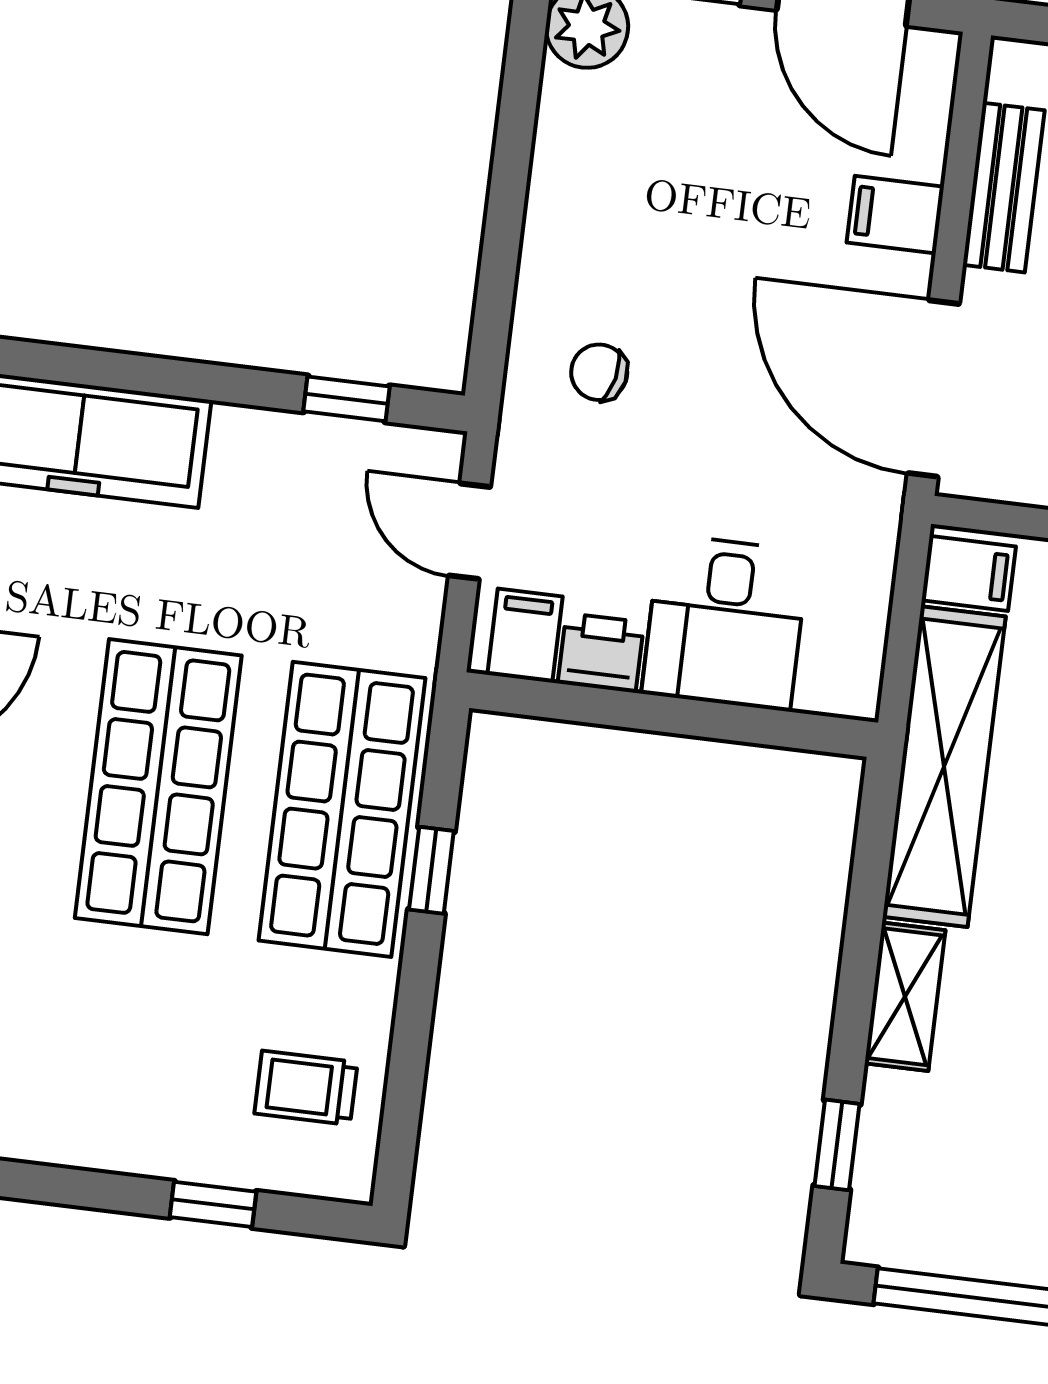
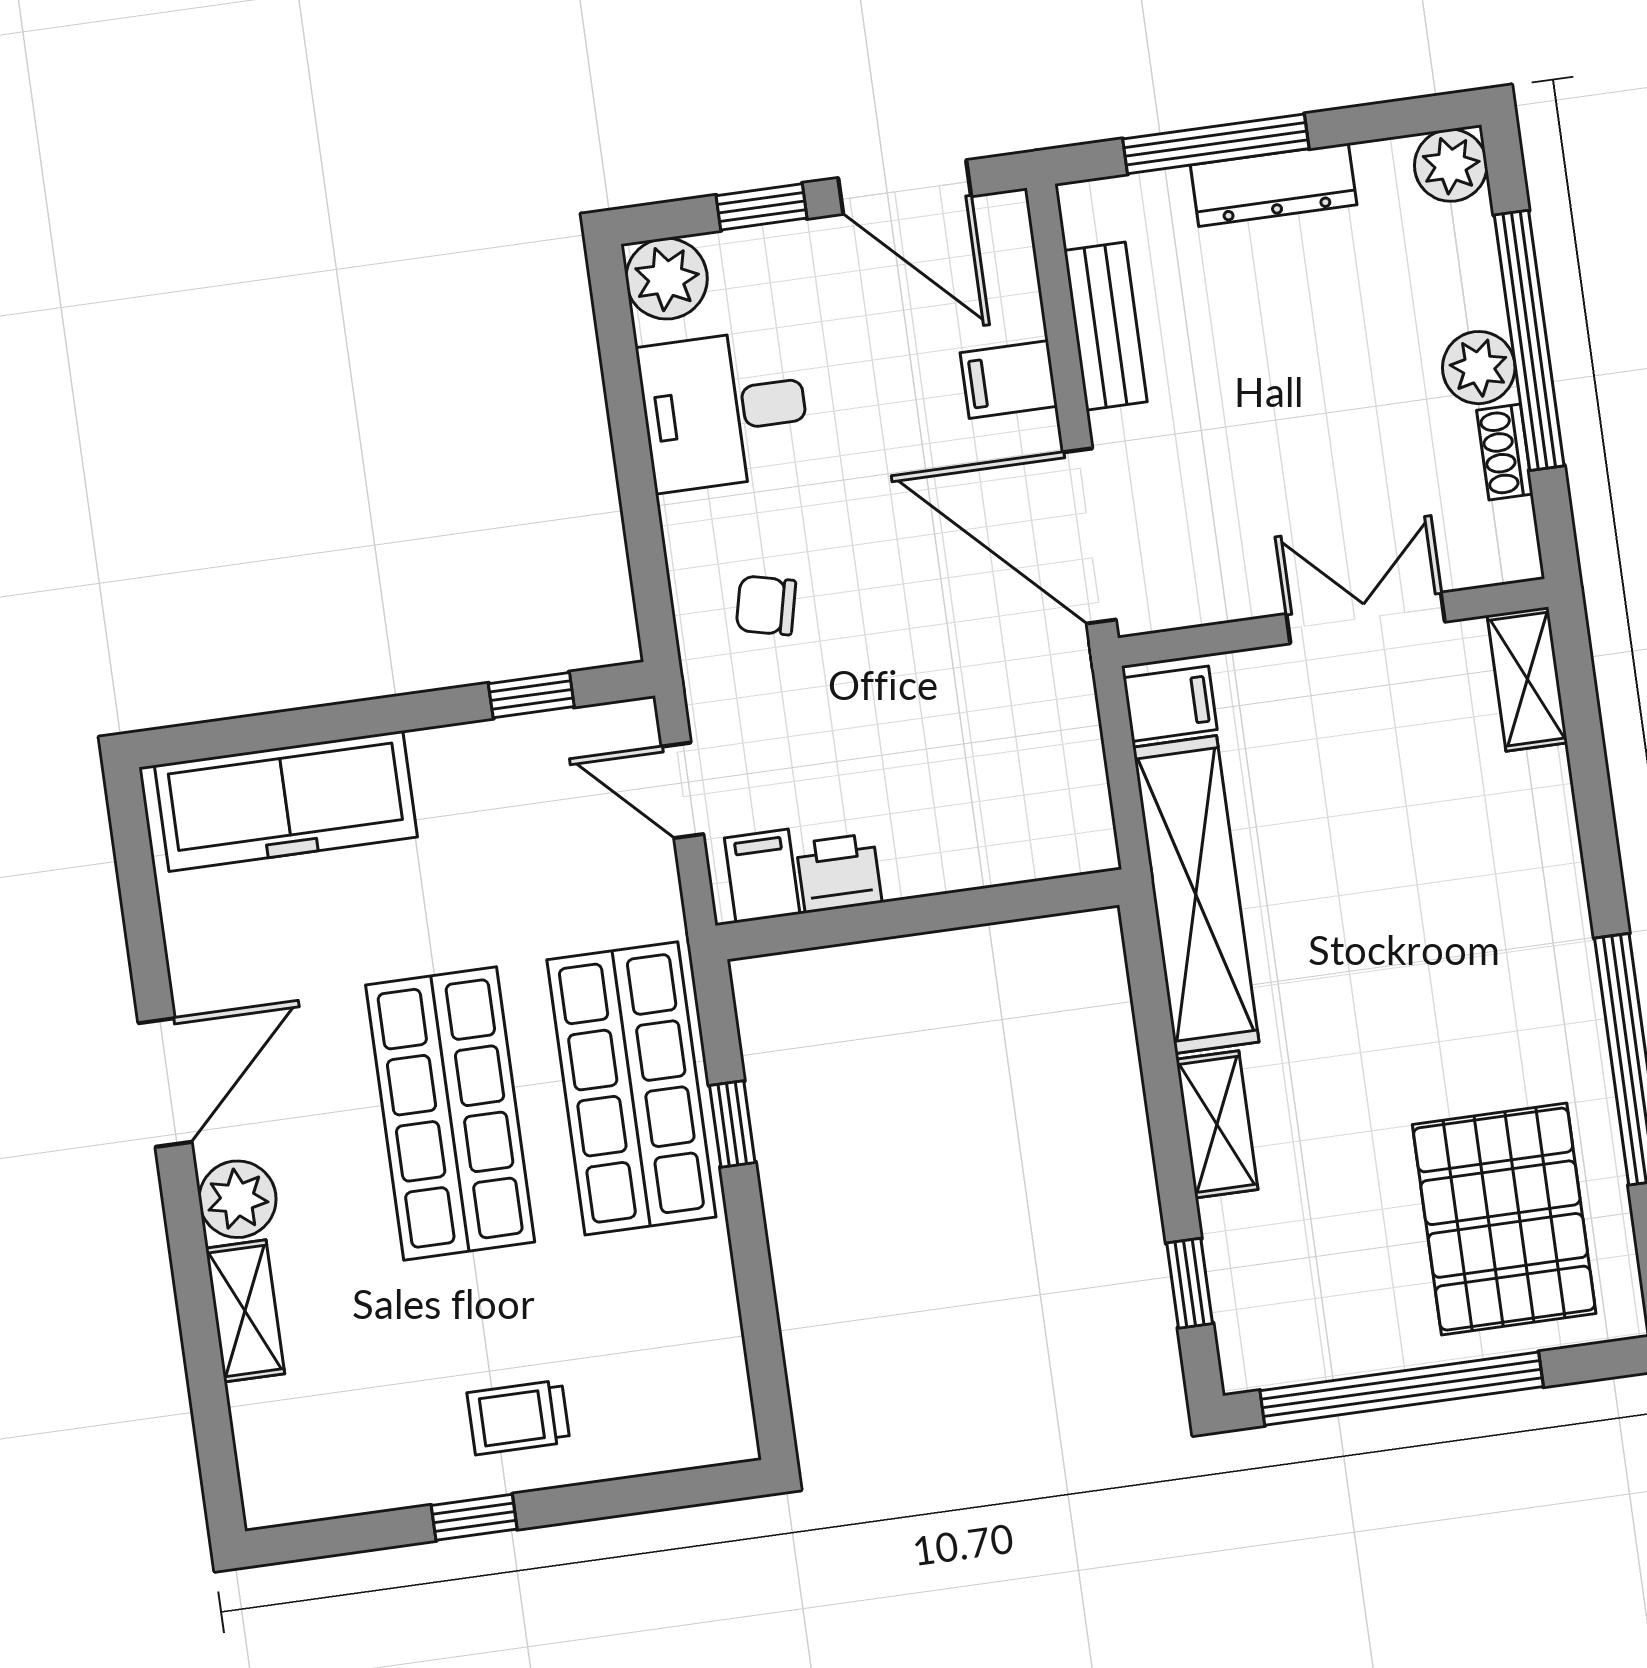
desk: (725, 623) -> (724, 410), moved, turned 90
trolley: (306, 1088) -> (518, 1417), moved
window: (213, 1204) -> (474, 1517), moved

